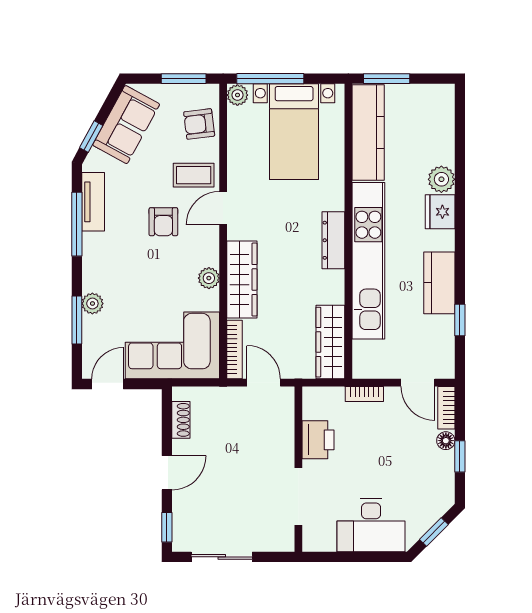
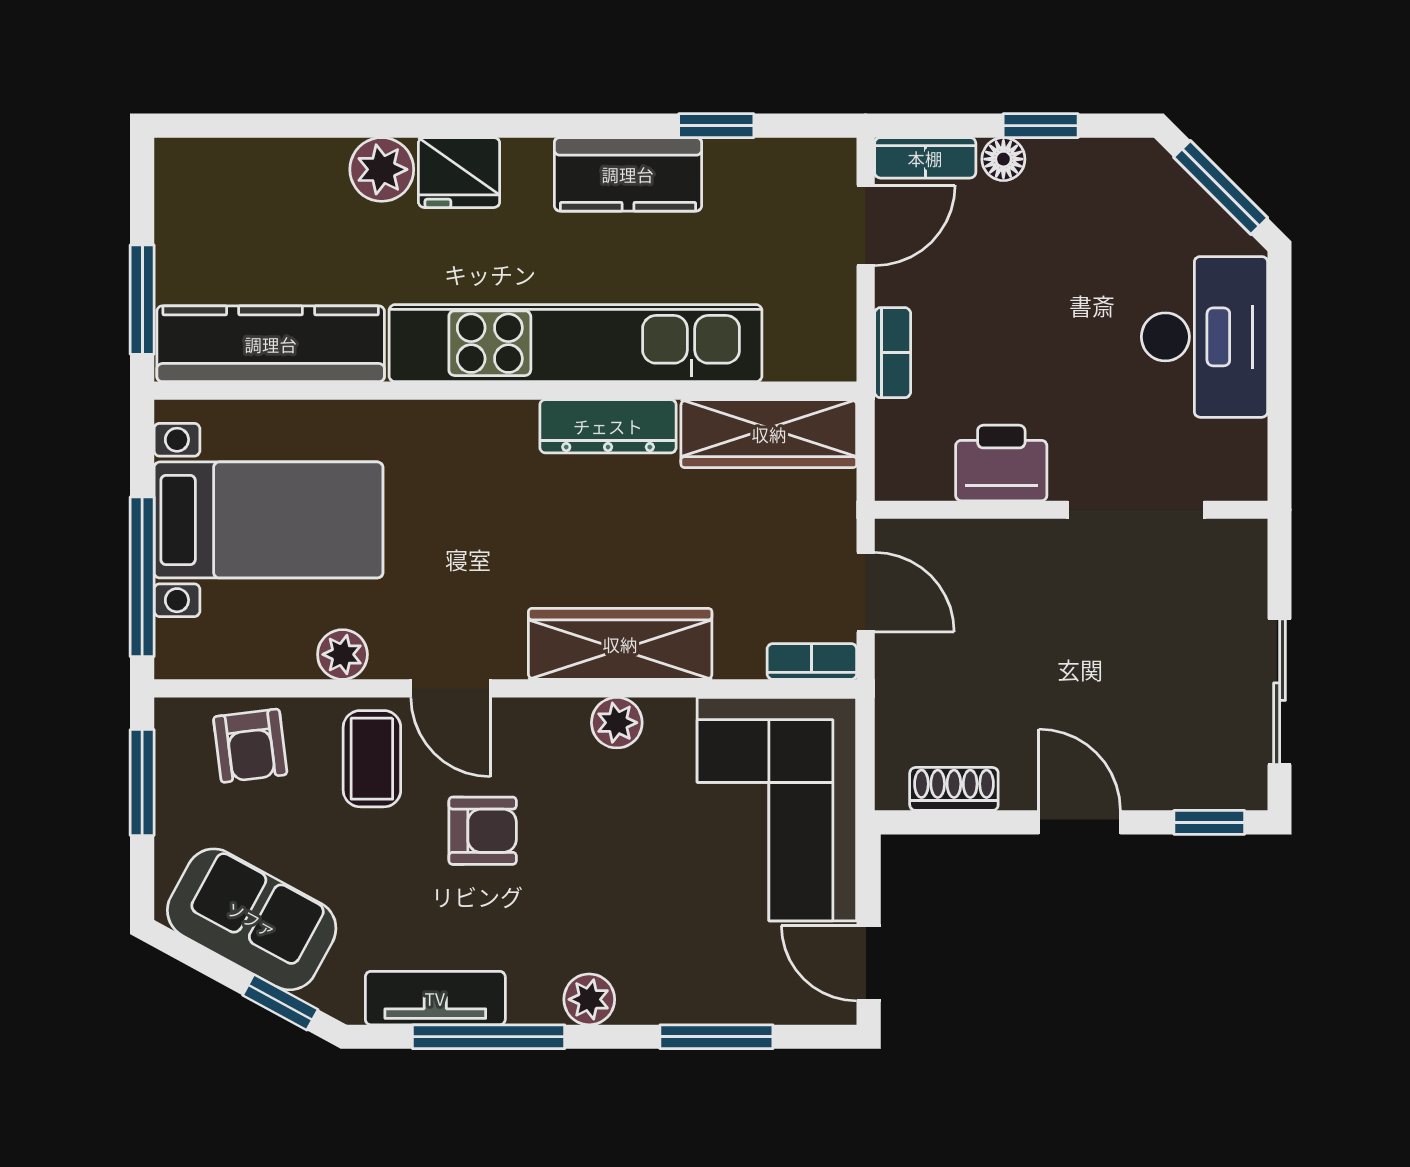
plant: (237, 95) -> (342, 654), moved
dresser: (333, 240) -> (608, 426), moved
plant: (92, 303) -> (589, 999), moved
bookcase: (235, 350) -> (812, 662), width x0.64
door: (264, 383) -> (866, 592), swing flipped
window: (434, 532) -> (1221, 187), width x1.50

